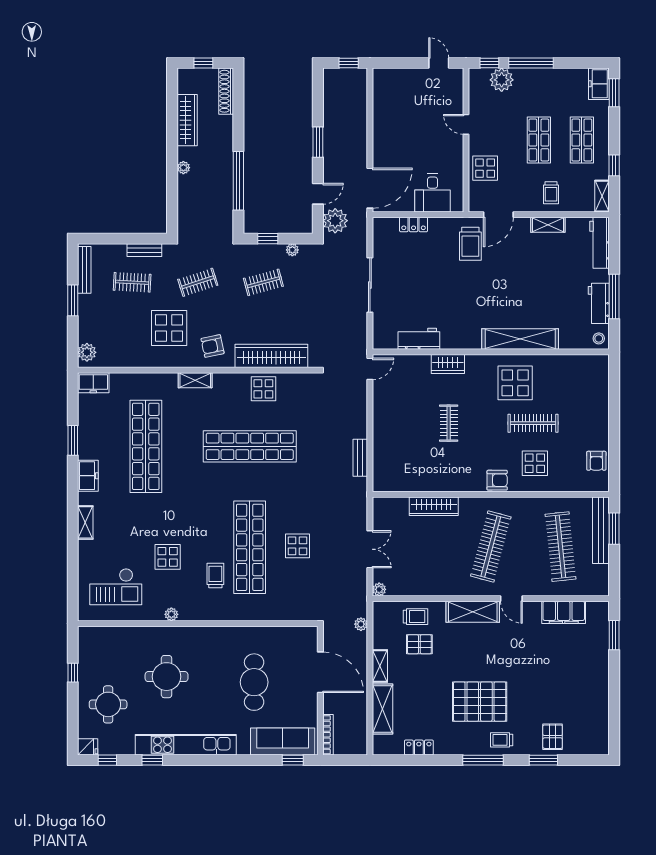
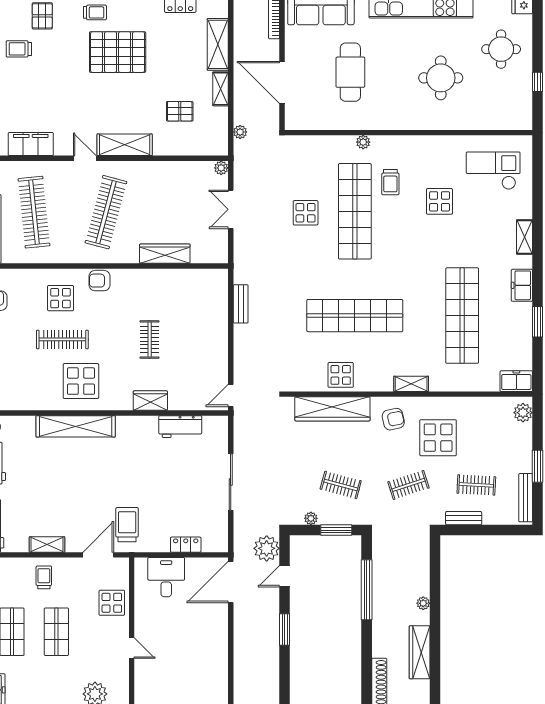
window: (268, 239) -> (336, 530), width x1.50
clothes rail: (263, 282) -> (341, 485), turned 30
plant: (171, 614) -> (363, 142), moved
trolley: (415, 617) -> (19, 49), moved

